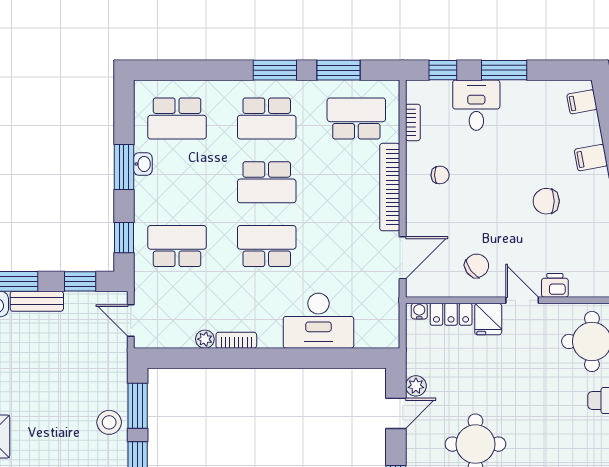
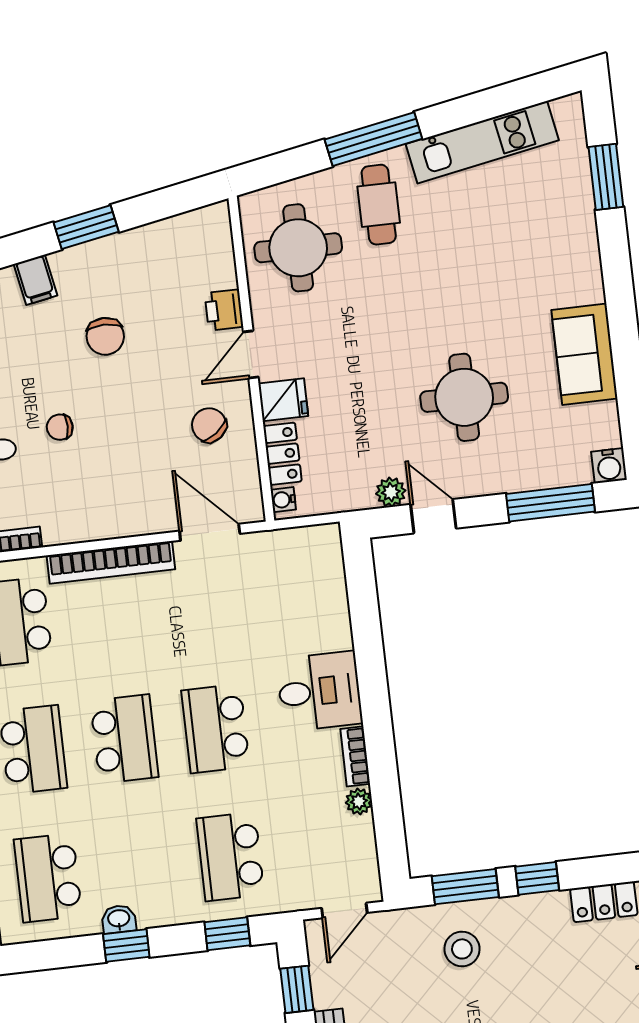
school desk: (177, 118) -> (48, 878), turned 180
window: (124, 167) -> (126, 946), width x0.67
chair: (440, 175) -> (60, 427), moved, turned -89
desk: (318, 321) -> (319, 691), moved, width x0.73
stool: (109, 422) -> (462, 949), moved

